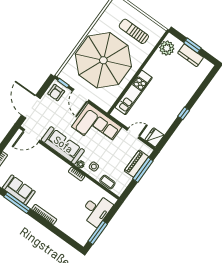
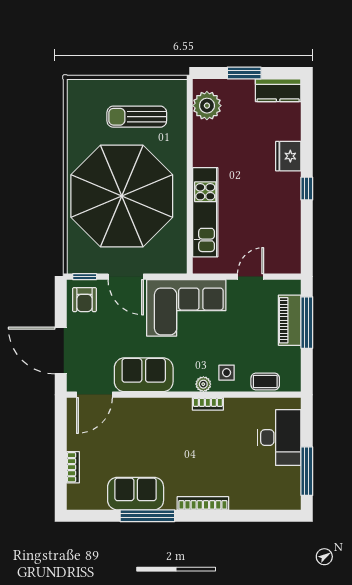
kitchen counter: (191, 55) -> (278, 90), moved
fridge: (154, 137) -> (288, 156), moved
sofa: (63, 145) -> (144, 375), width x0.73

